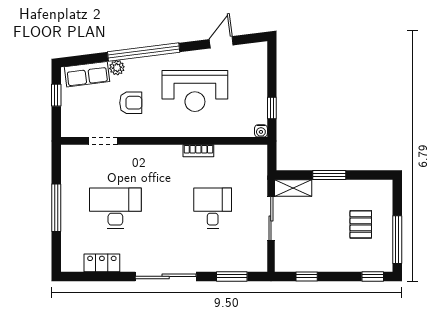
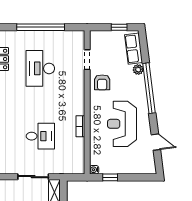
armchair: (131, 103) -> (102, 82), moved
window: (56, 208) -> (41, 27), width x1.46
desk: (115, 208) -> (40, 68), turned 180

